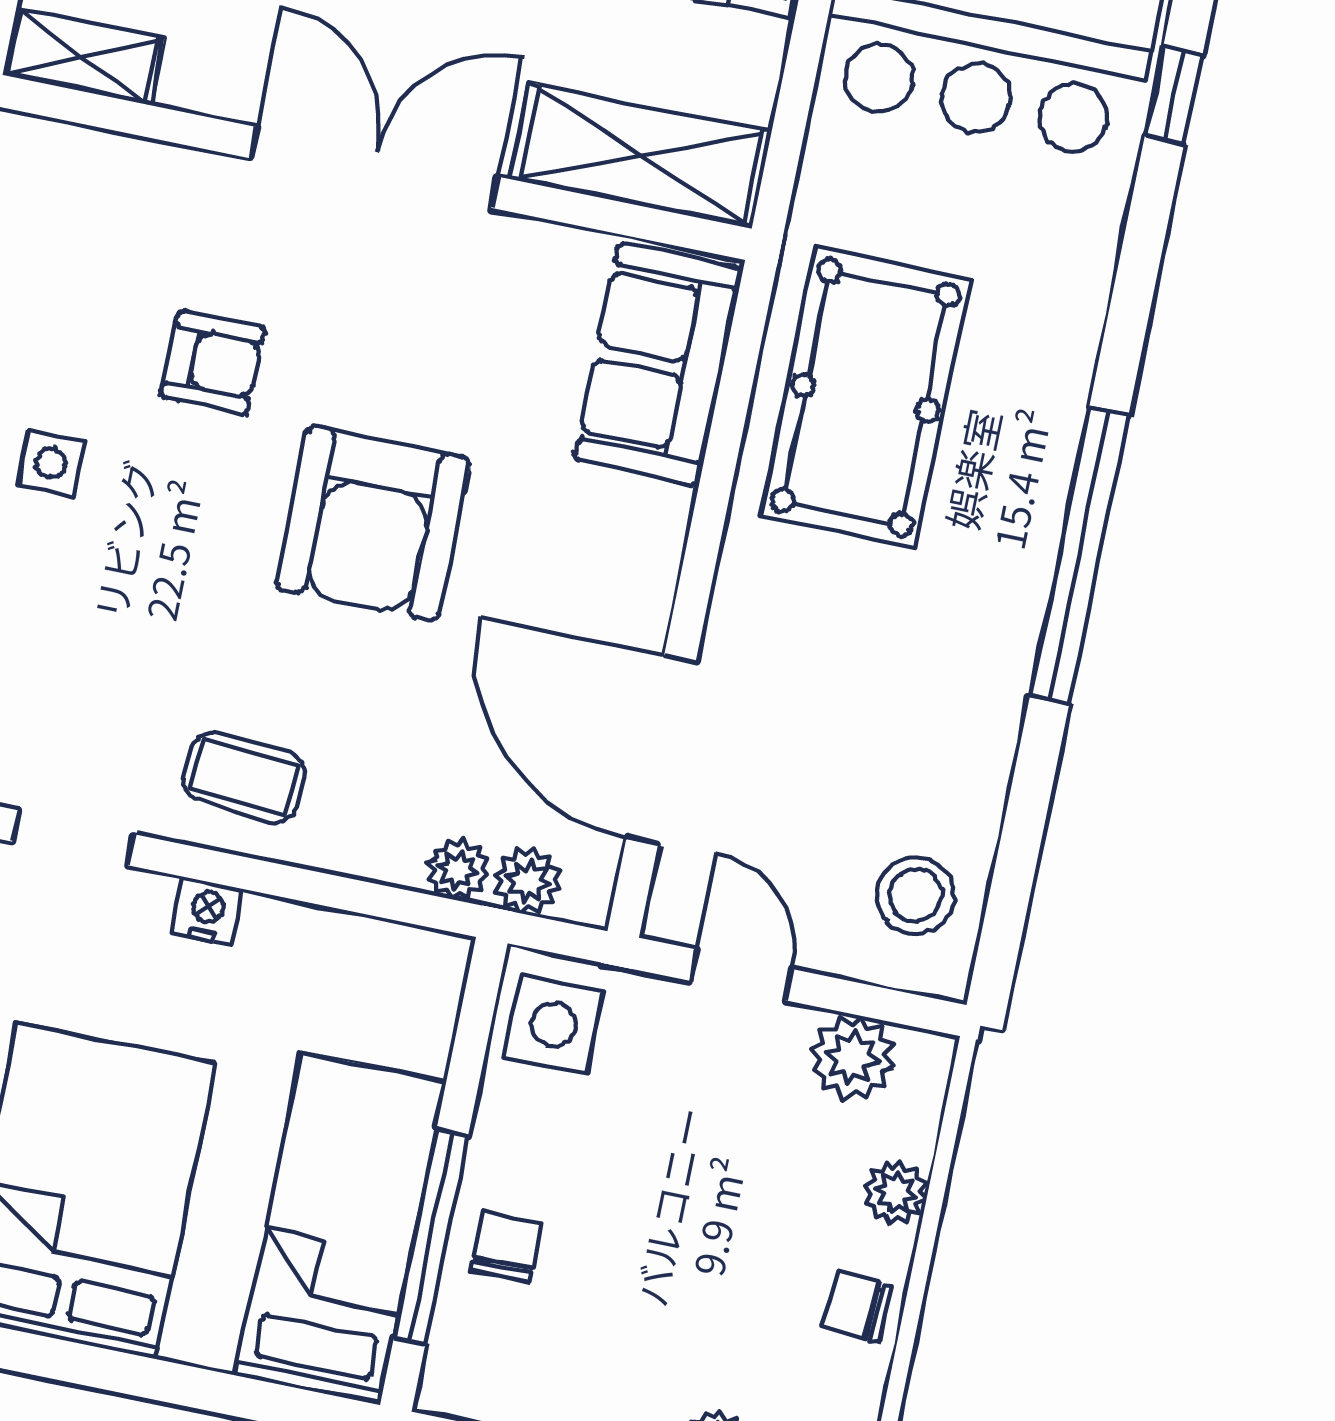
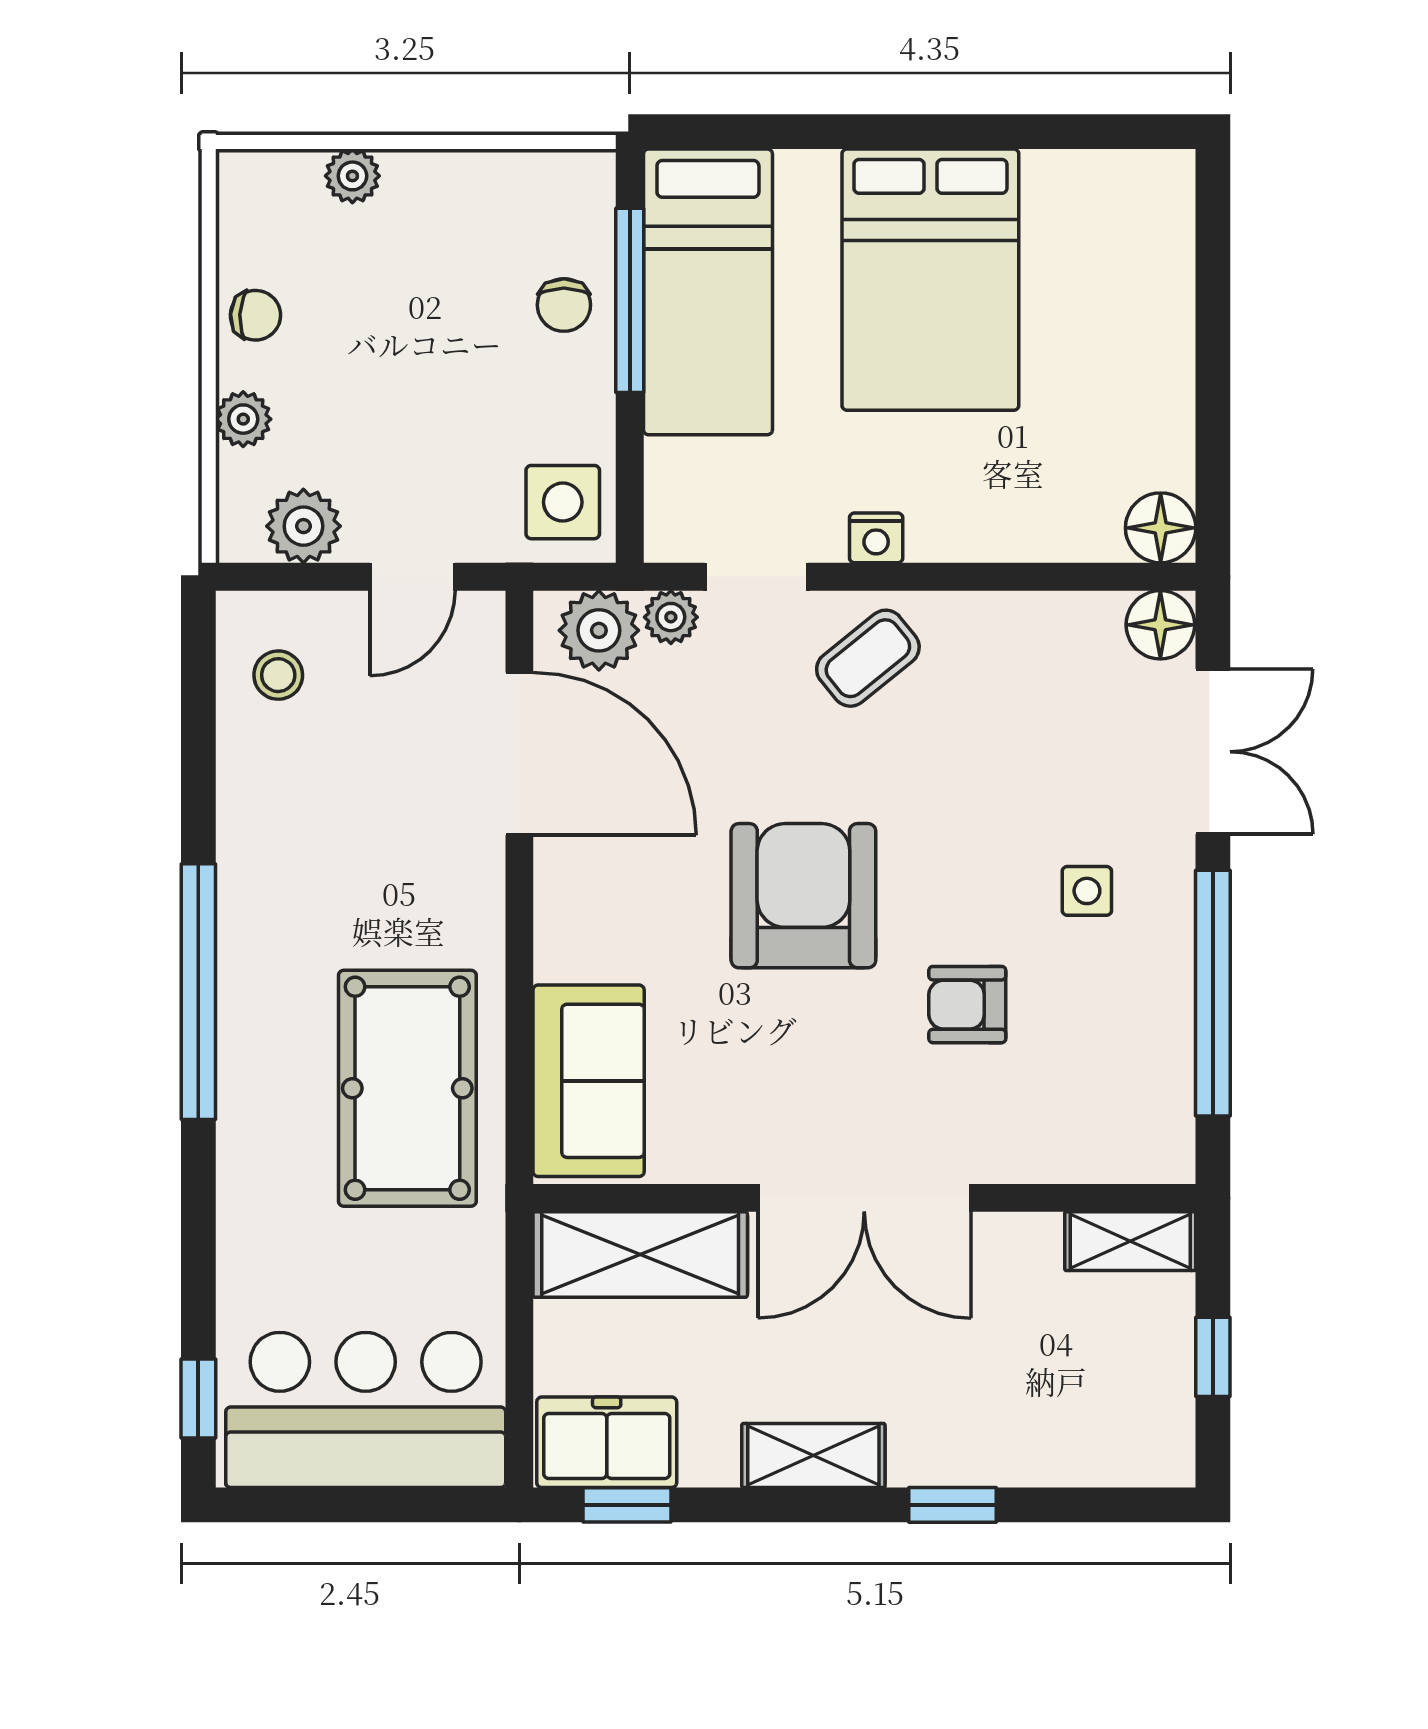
coffee table: (245, 777) -> (868, 658), turned -44
doorway: (73, 838) -> (756, 577), moved
plant: (528, 881) -> (599, 630), width x1.38, depth x1.38
stool: (915, 895) -> (278, 675), width x0.73, depth x0.73
door: (741, 975) -> (412, 577), hinge flipped

